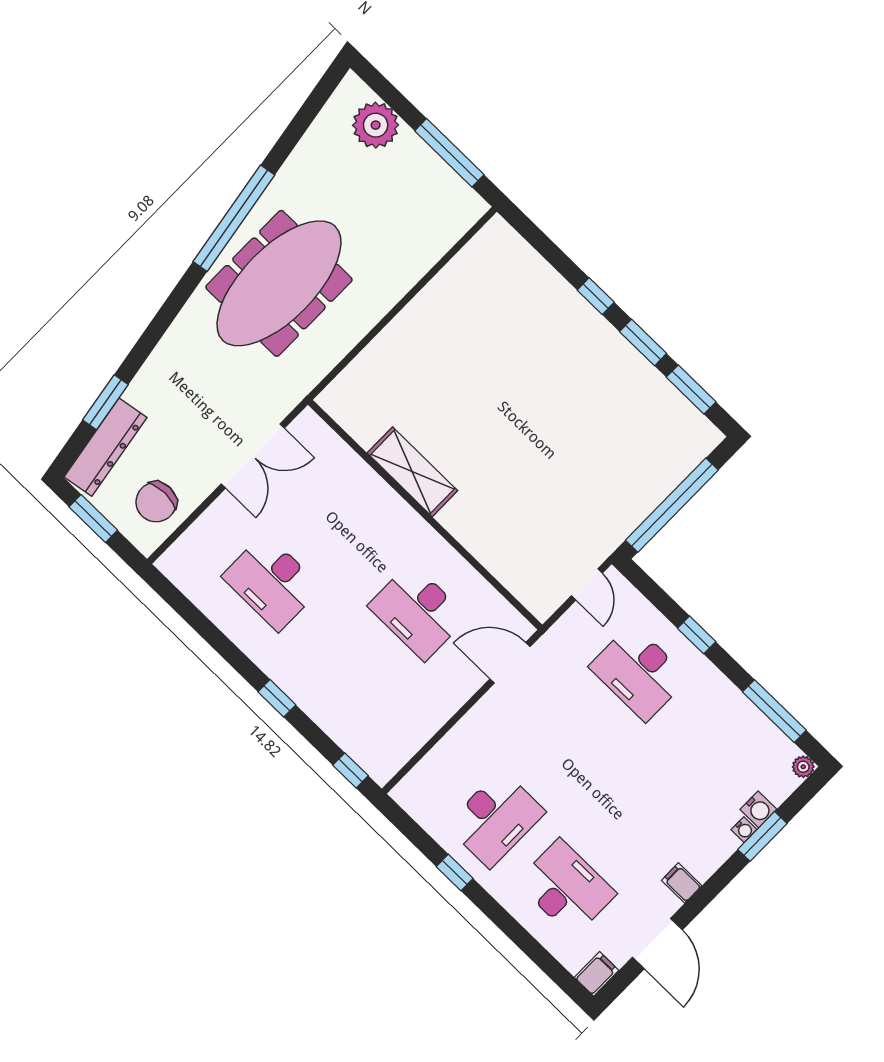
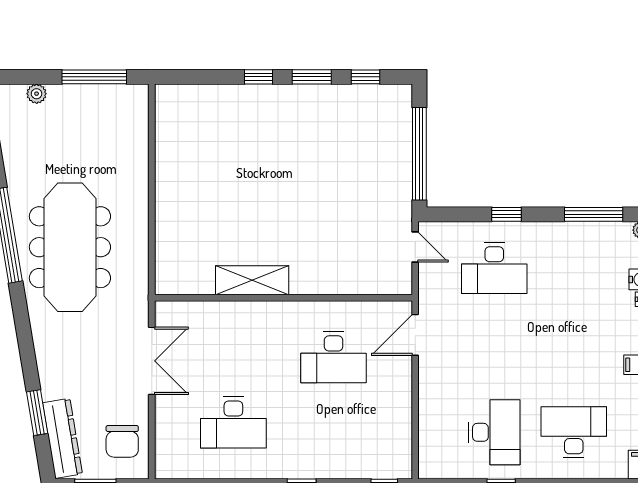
plant: (376, 125) -> (37, 94), width x0.53, depth x0.53
window: (691, 389) -> (366, 77), width x0.67

